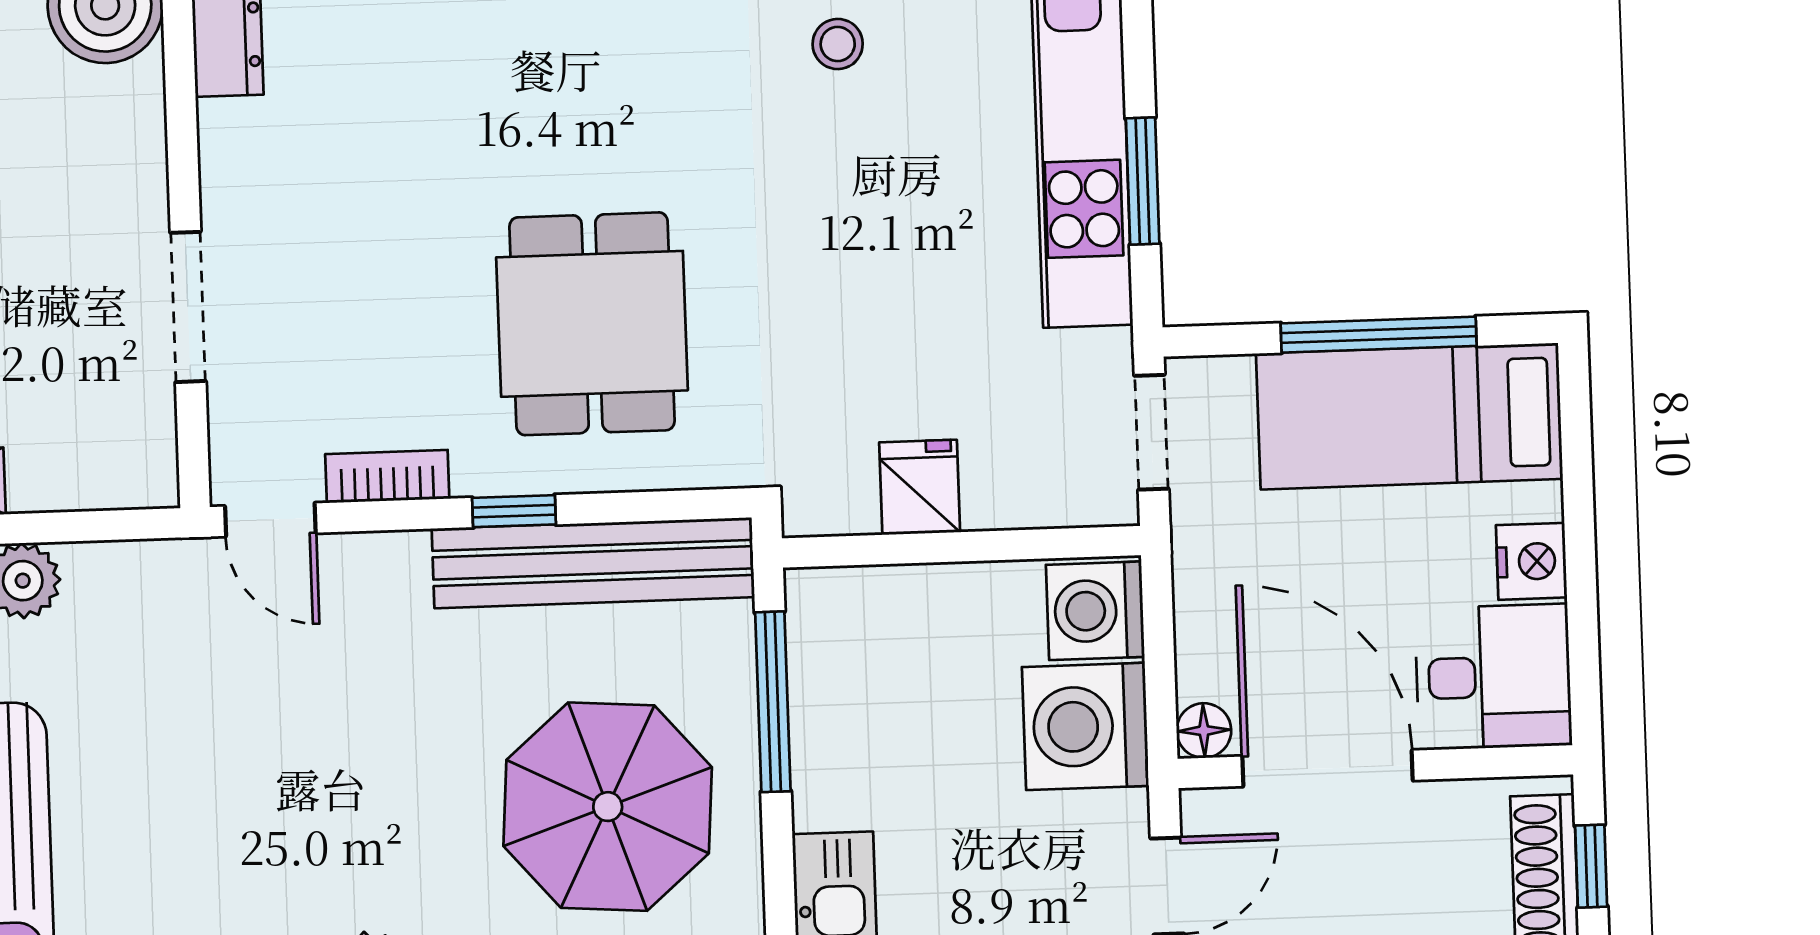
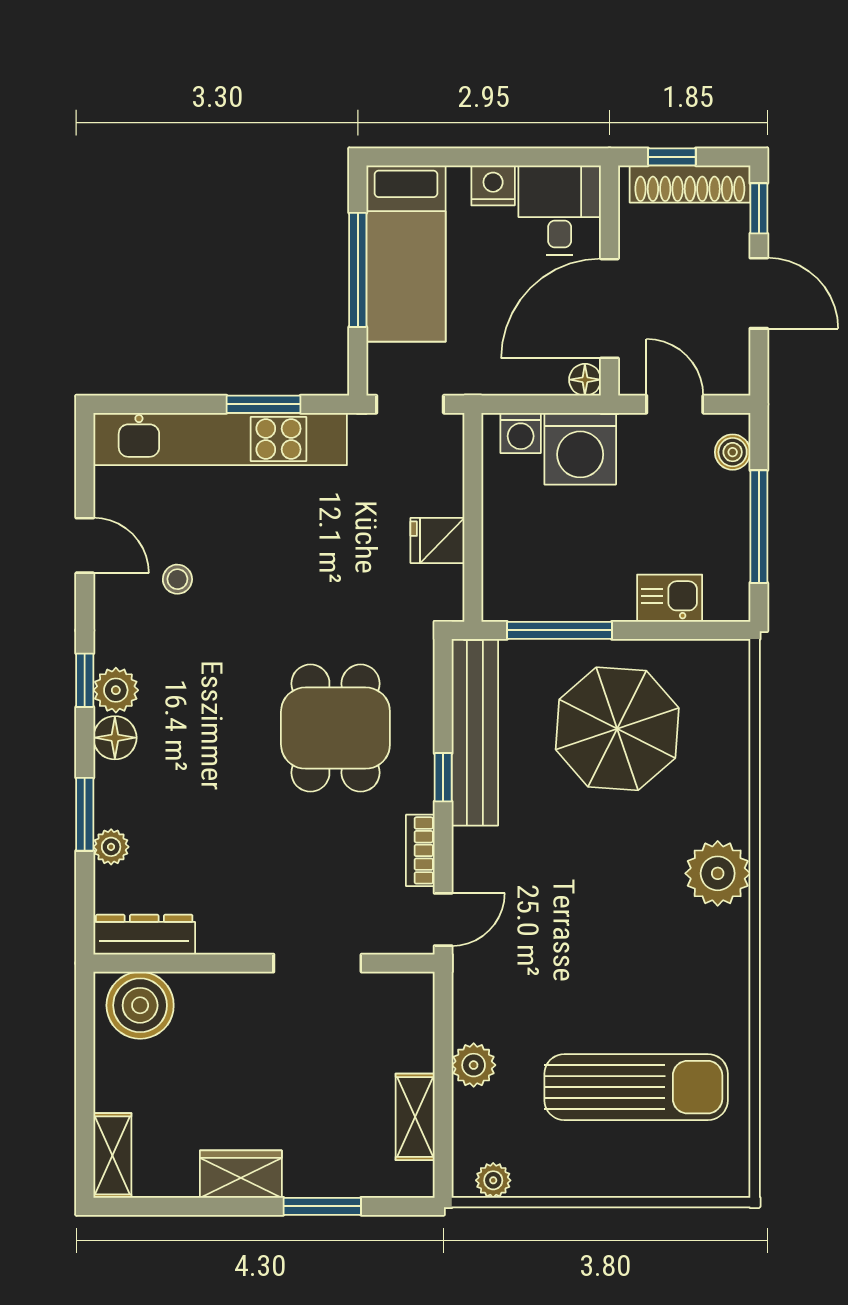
dining table: (592, 324) -> (335, 728), turned 90
washing machine: (1095, 611) -> (521, 433), width x0.73, depth x0.73

